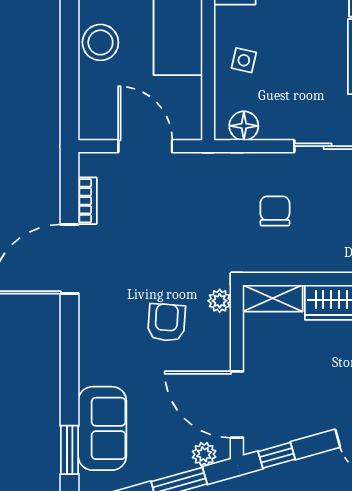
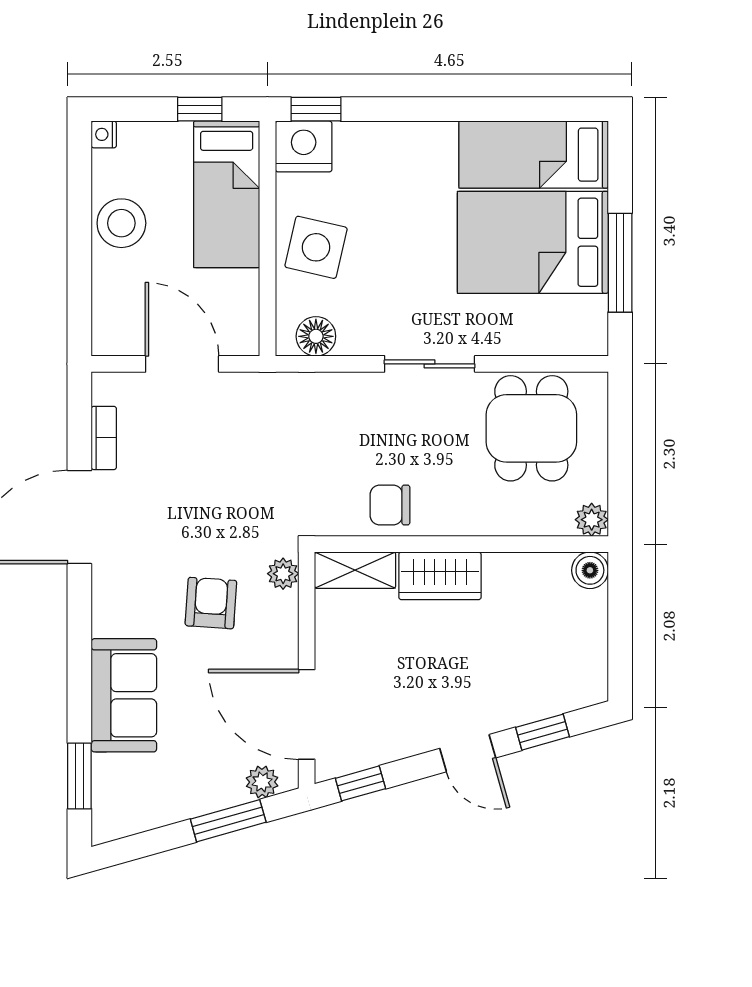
side table: (244, 60) -> (316, 247), width x1.87, depth x1.87
chair: (275, 211) -> (390, 505), moved, turned -90
sofa: (102, 428) -> (124, 695), moved

